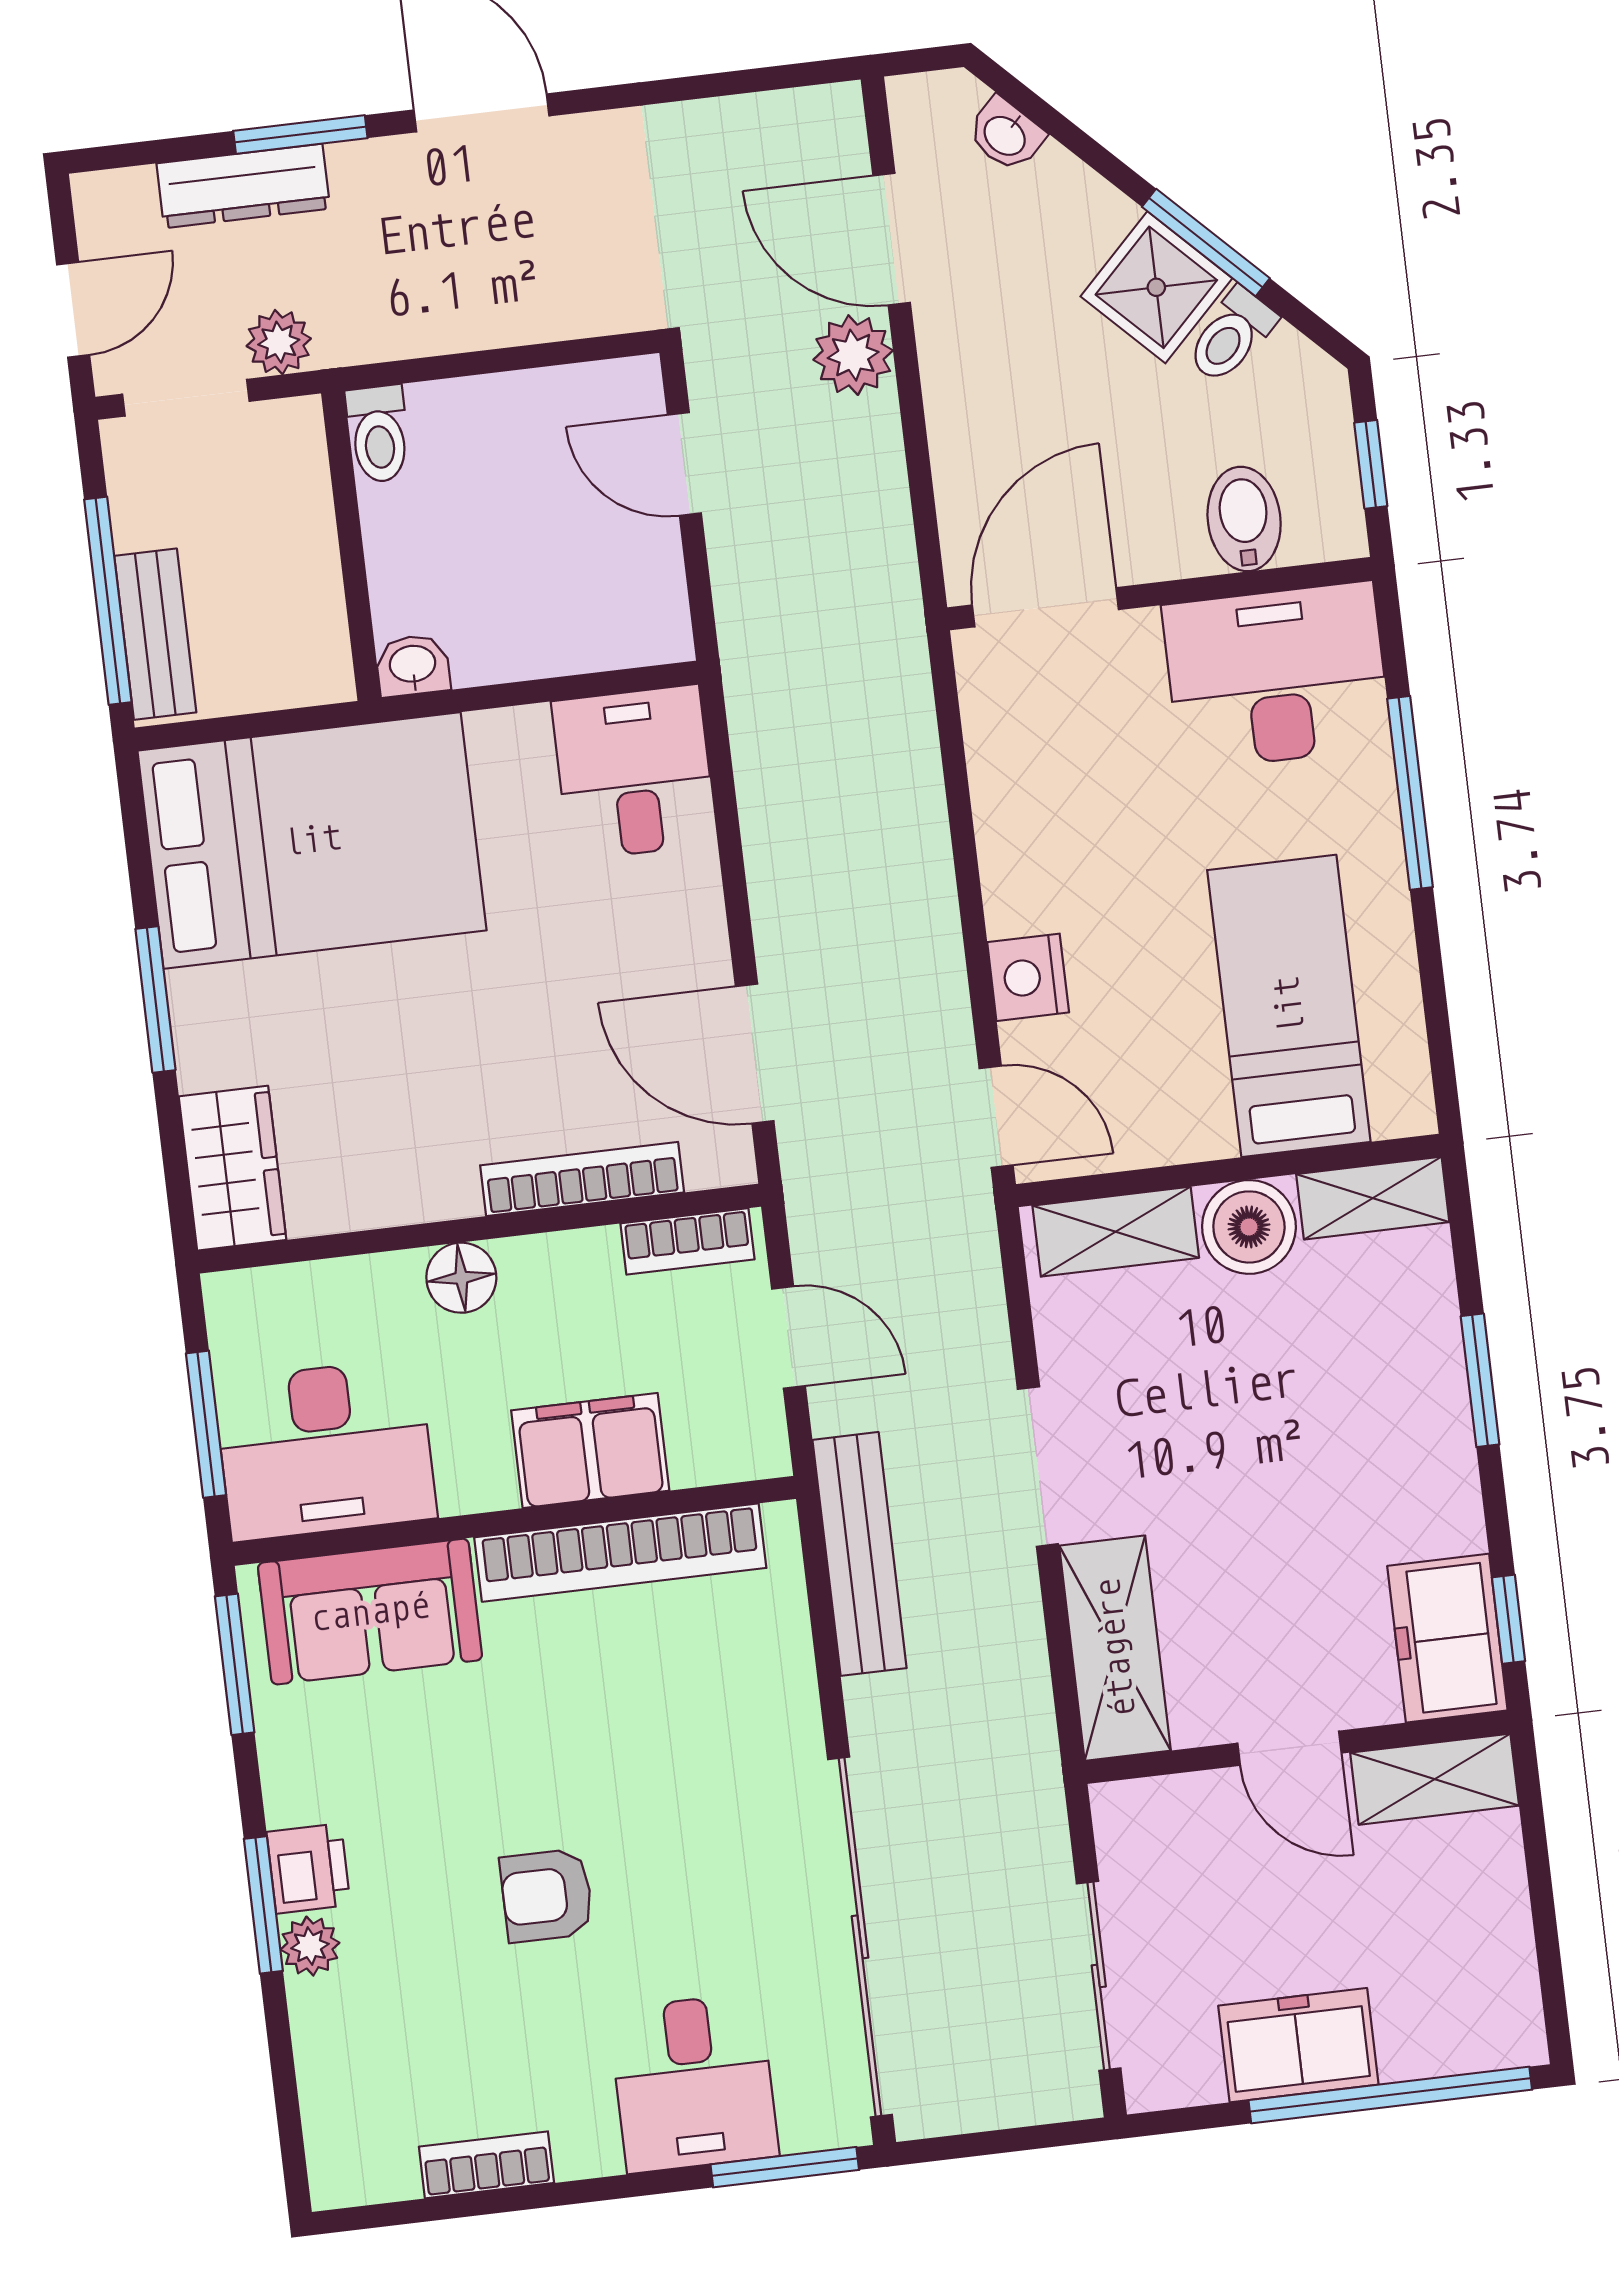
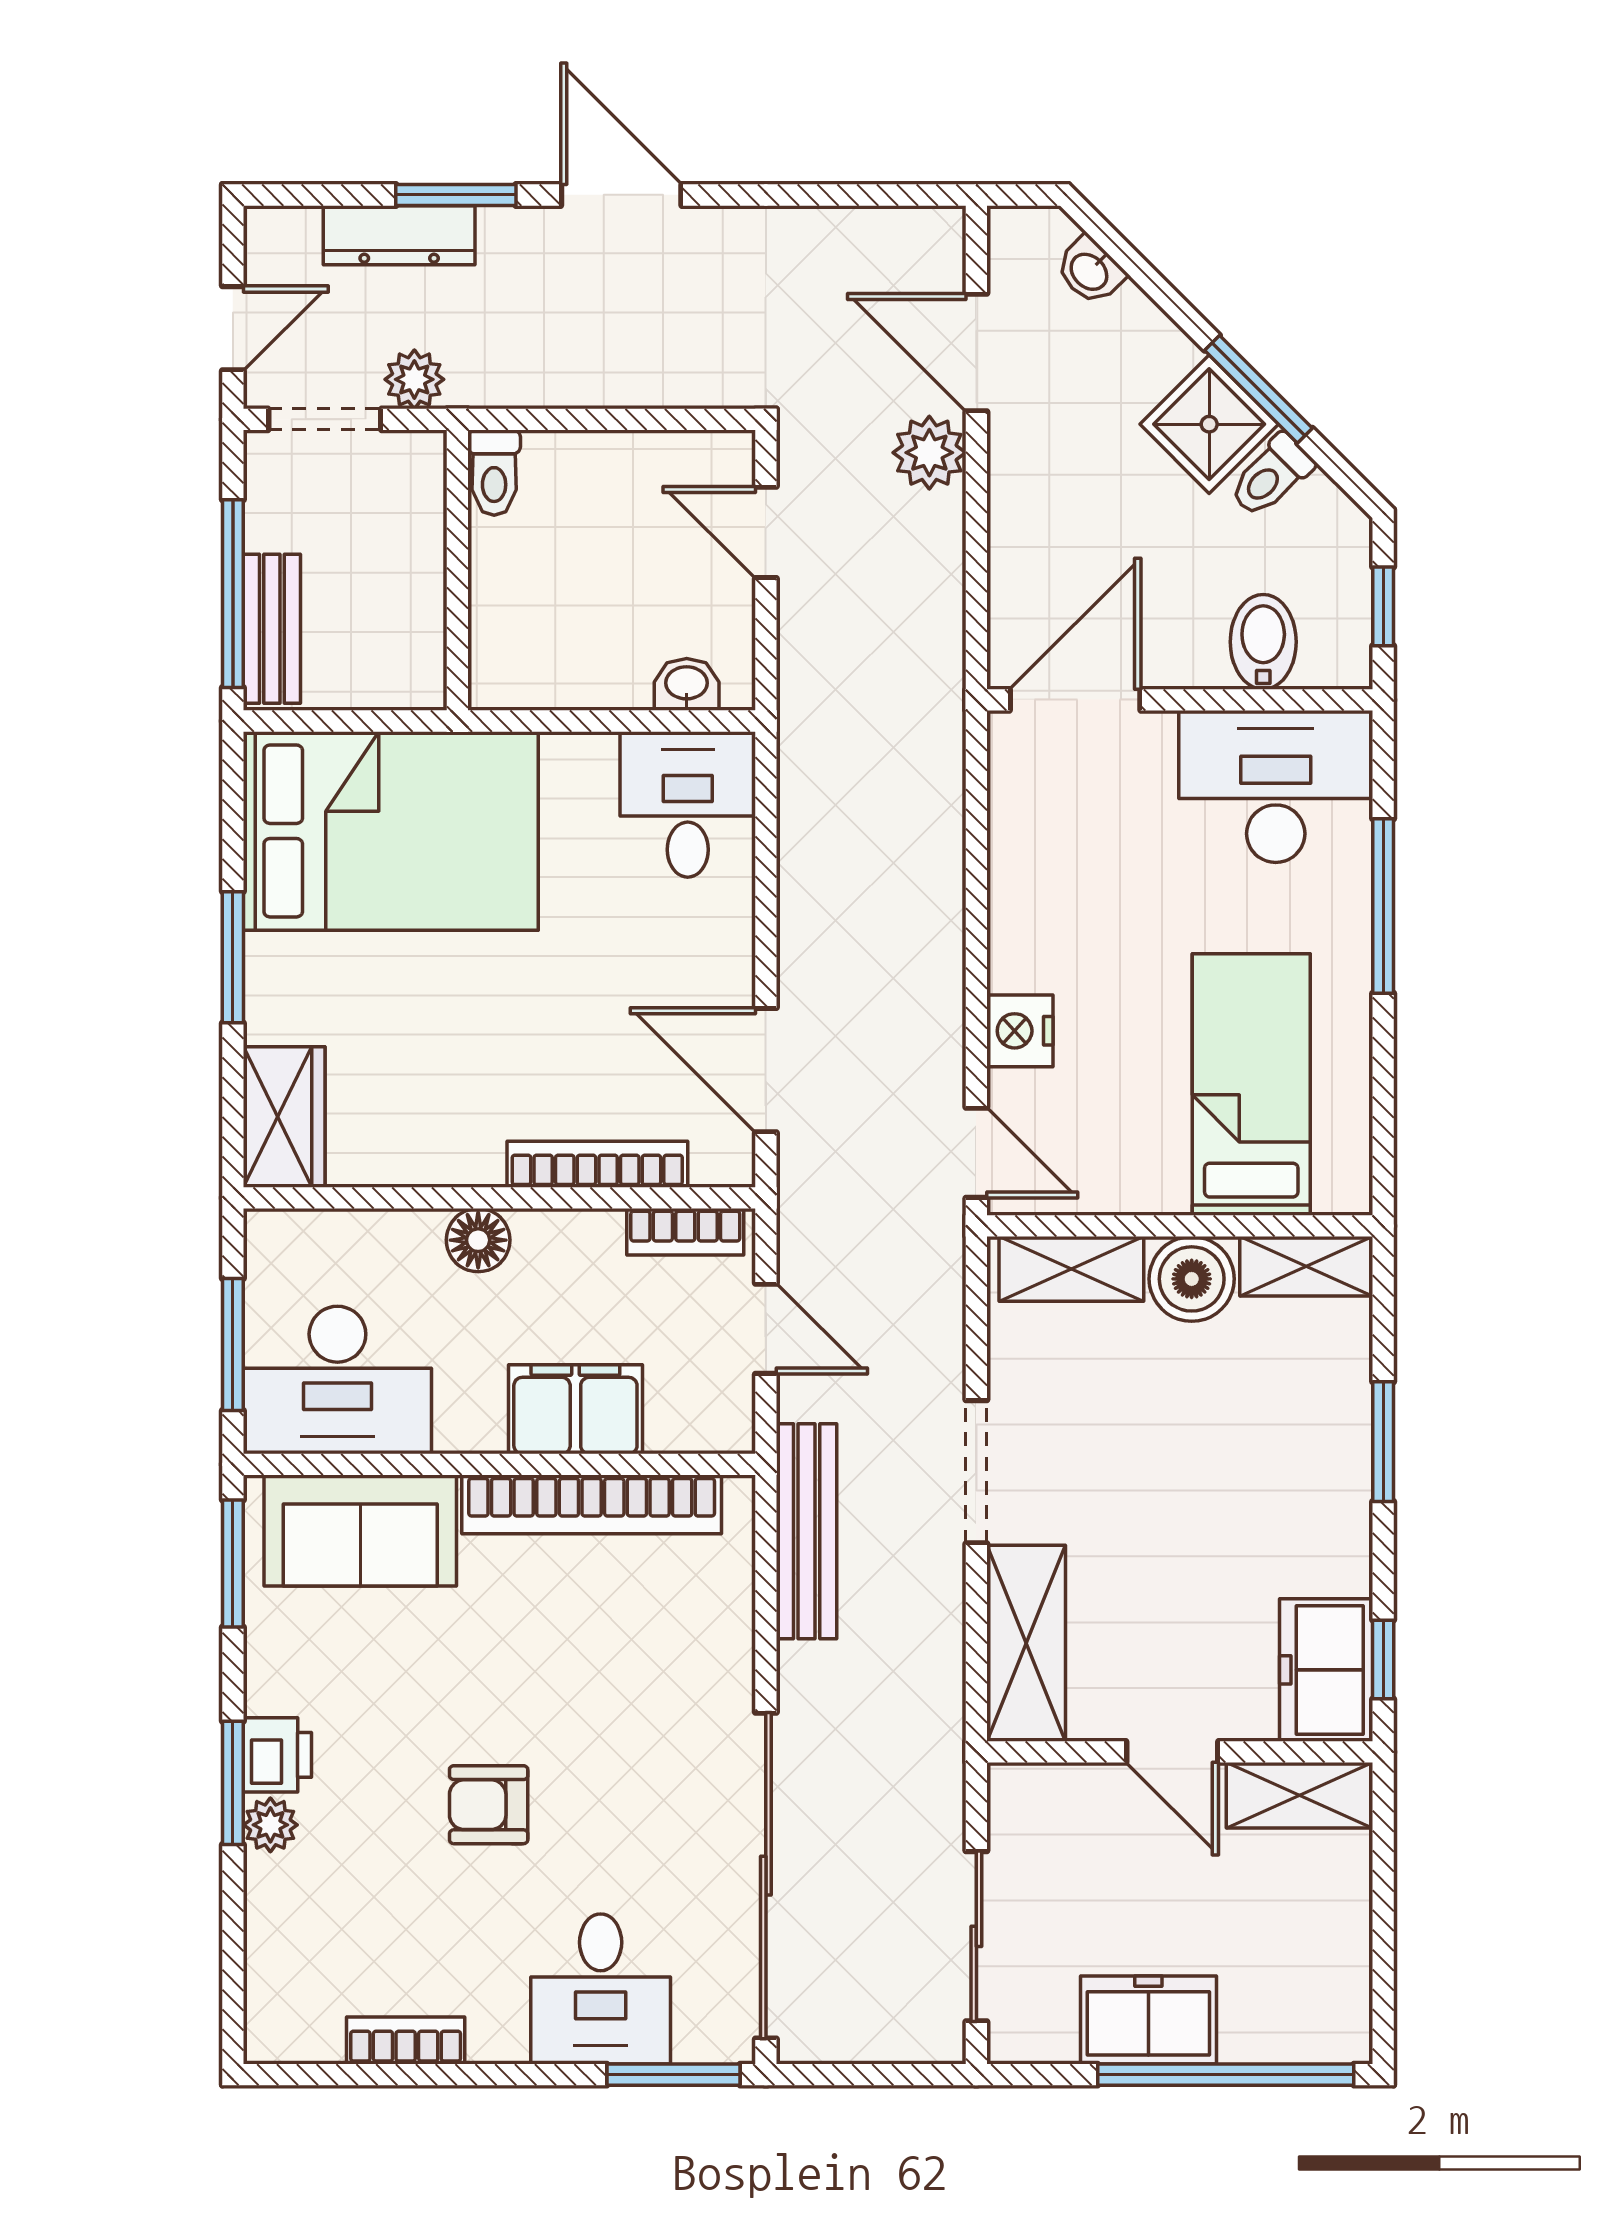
washbasin: (413, 665) -> (687, 684), moved

